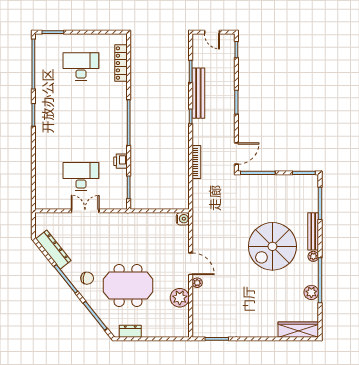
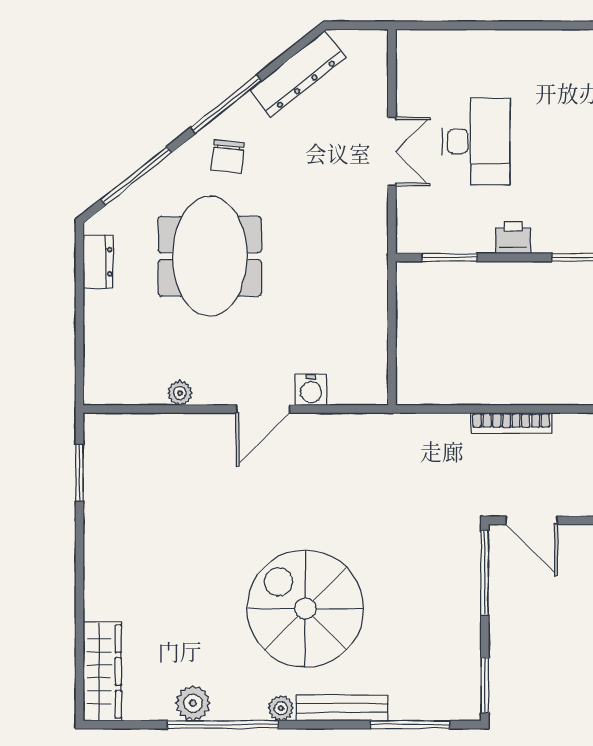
water cooler: (183, 219) -> (311, 390), moved
plant: (197, 283) -> (217, 425), removed
plant: (180, 298) -> (180, 393), width x0.53, depth x0.53

